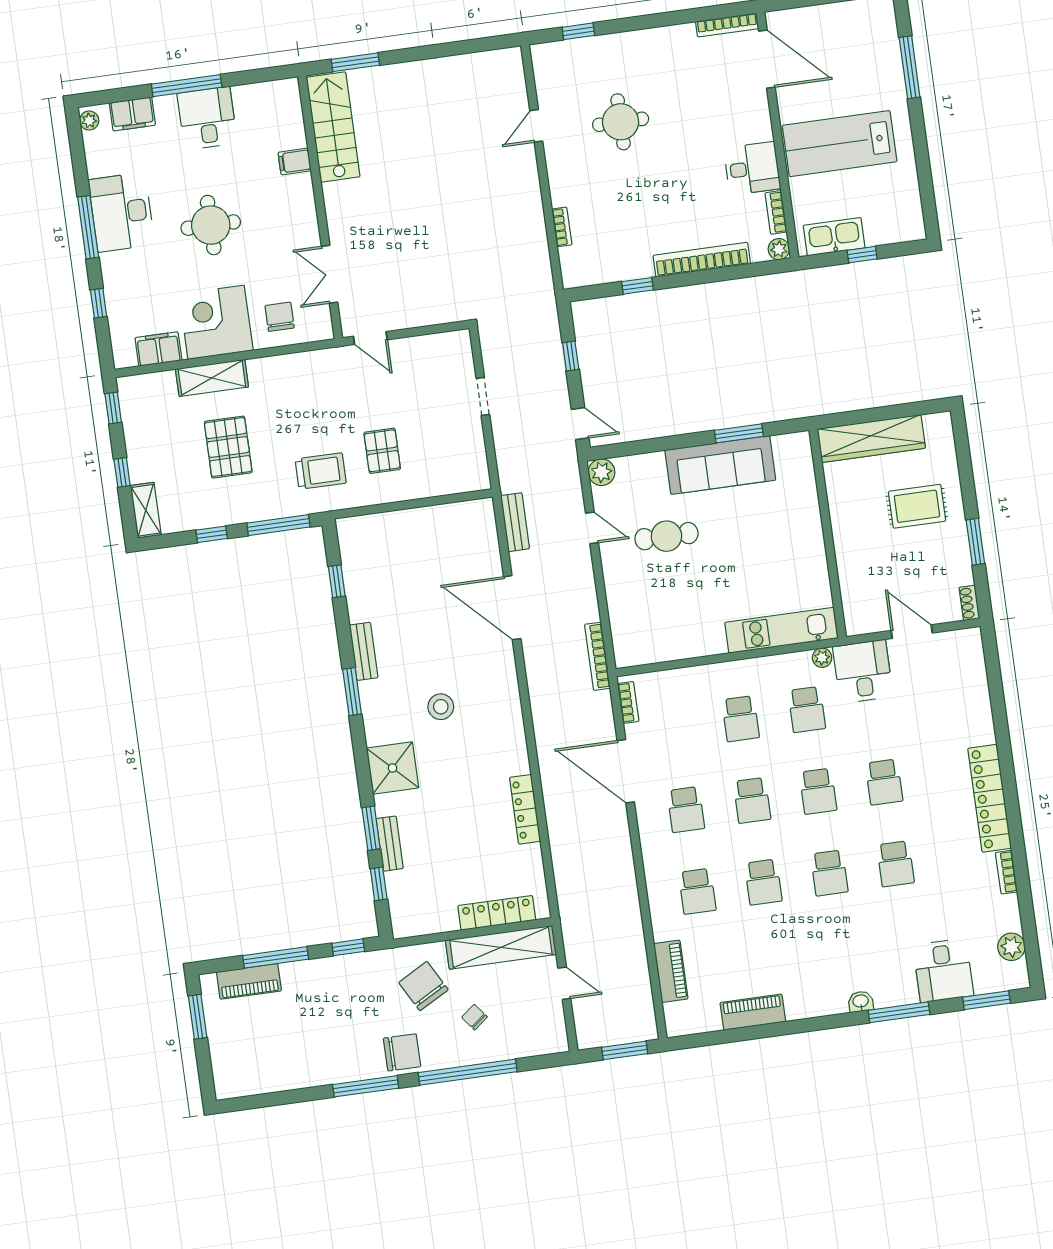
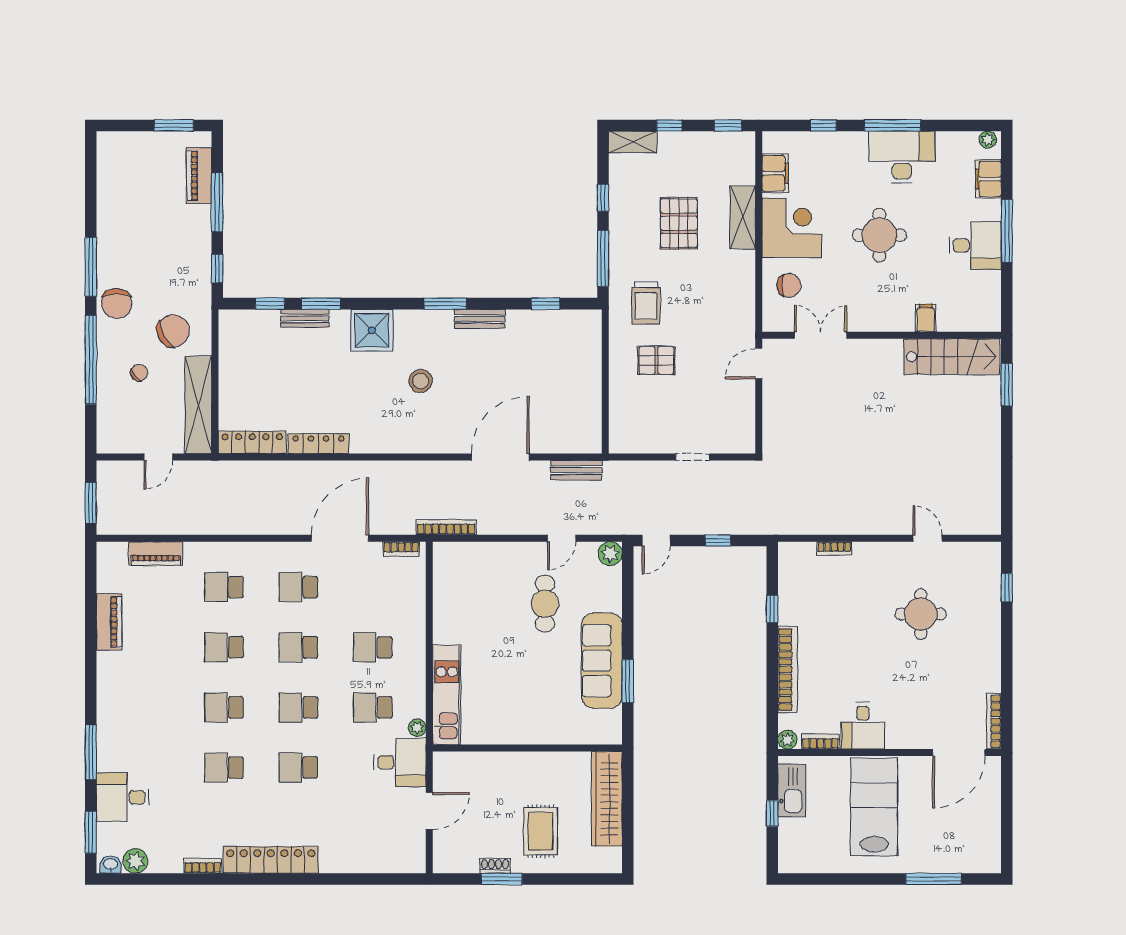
pallet: (228, 447) -> (679, 223), turned 90
shoe rack: (969, 603) -> (495, 866), moved
locker: (497, 913) -> (252, 442), moved, turned -90
washbasin: (861, 1002) -> (110, 865), moved, turned -90

